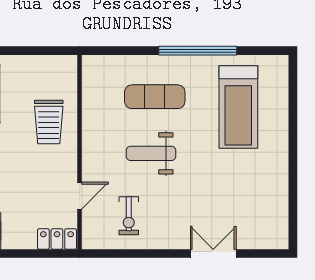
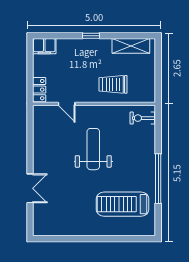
exercise mat: (155, 97) -> (129, 151), removed
weight bench: (151, 153) -> (93, 149), width x1.36, depth x1.33
exercise bike: (129, 216) -> (142, 118), moved

